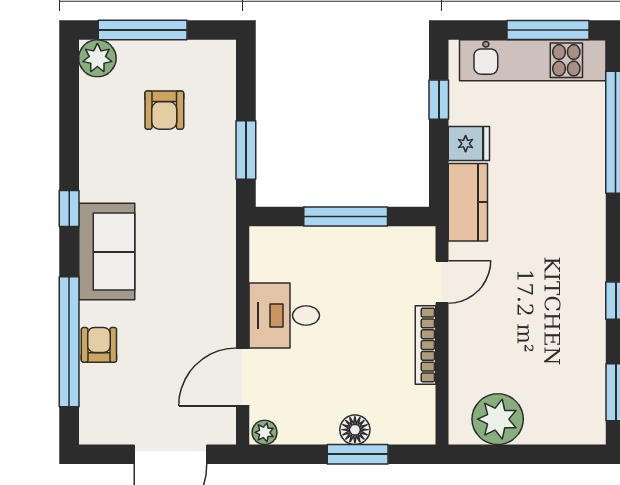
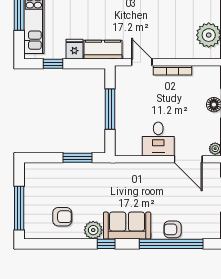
plant: (97, 58) -> (93, 230), moved
armchair: (164, 110) -> (62, 217), moved

